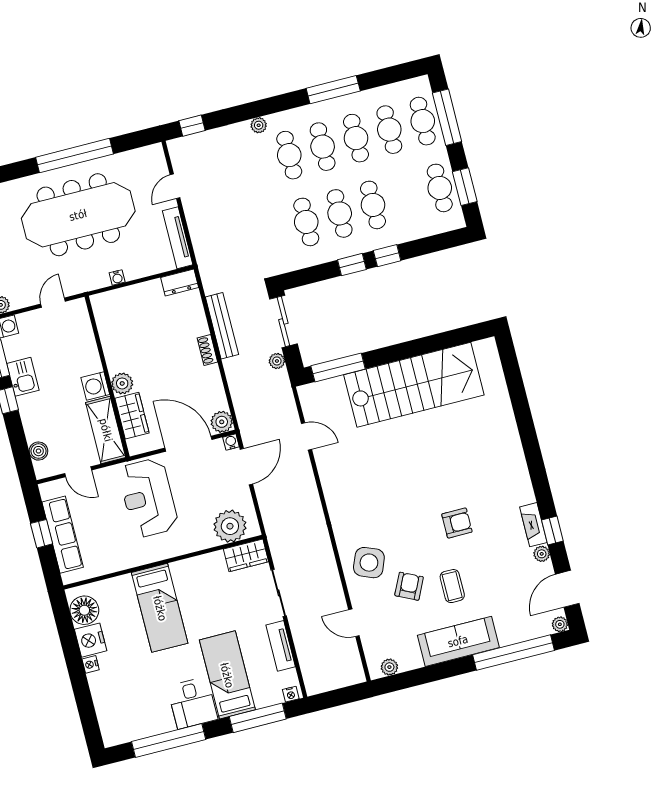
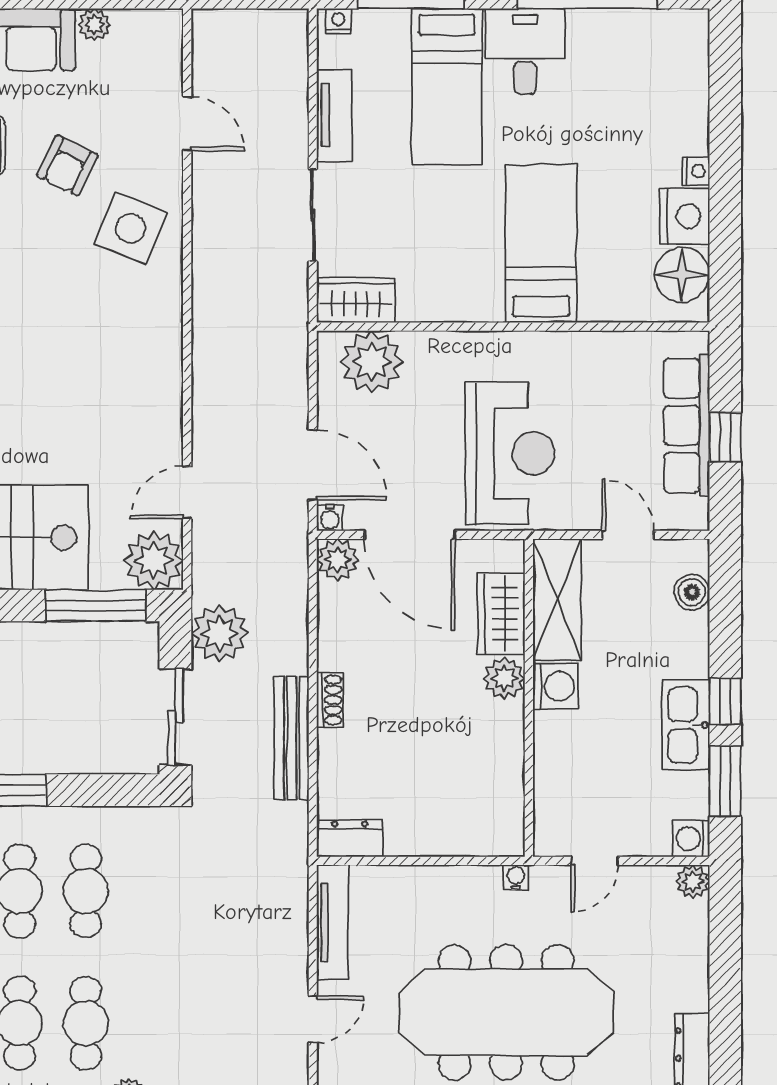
water cooler: (117, 277) -> (516, 877), moved
plant: (277, 361) -> (220, 633), width x1.88, depth x1.88
kitchen sink: (23, 377) -> (686, 725), width x1.38
plant: (315, 398) -> (154, 560), added
door: (306, 436) -> (187, 492), hinge flipped
door: (246, 467) -> (313, 465), swing flipped
plant: (389, 667) -> (94, 25), moved

